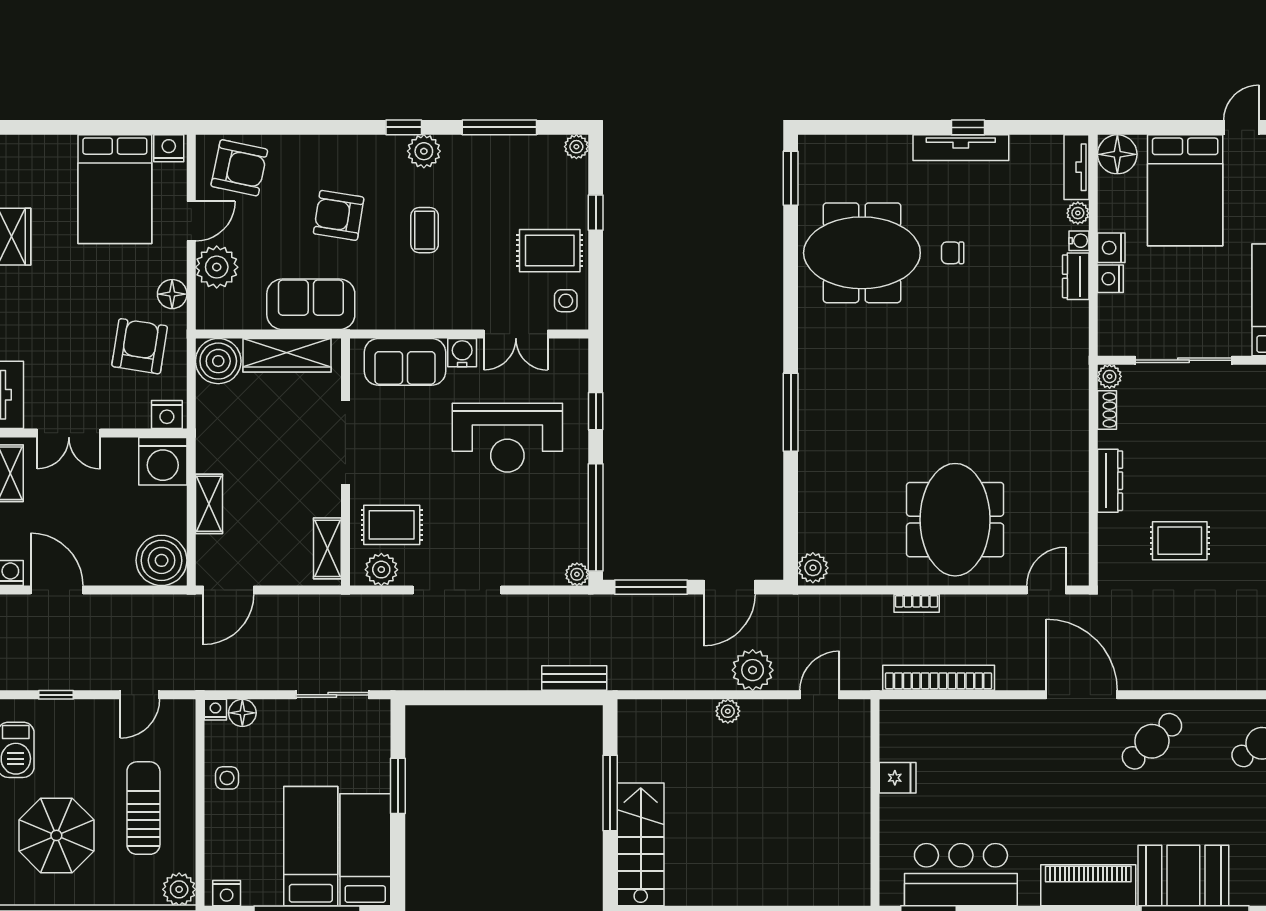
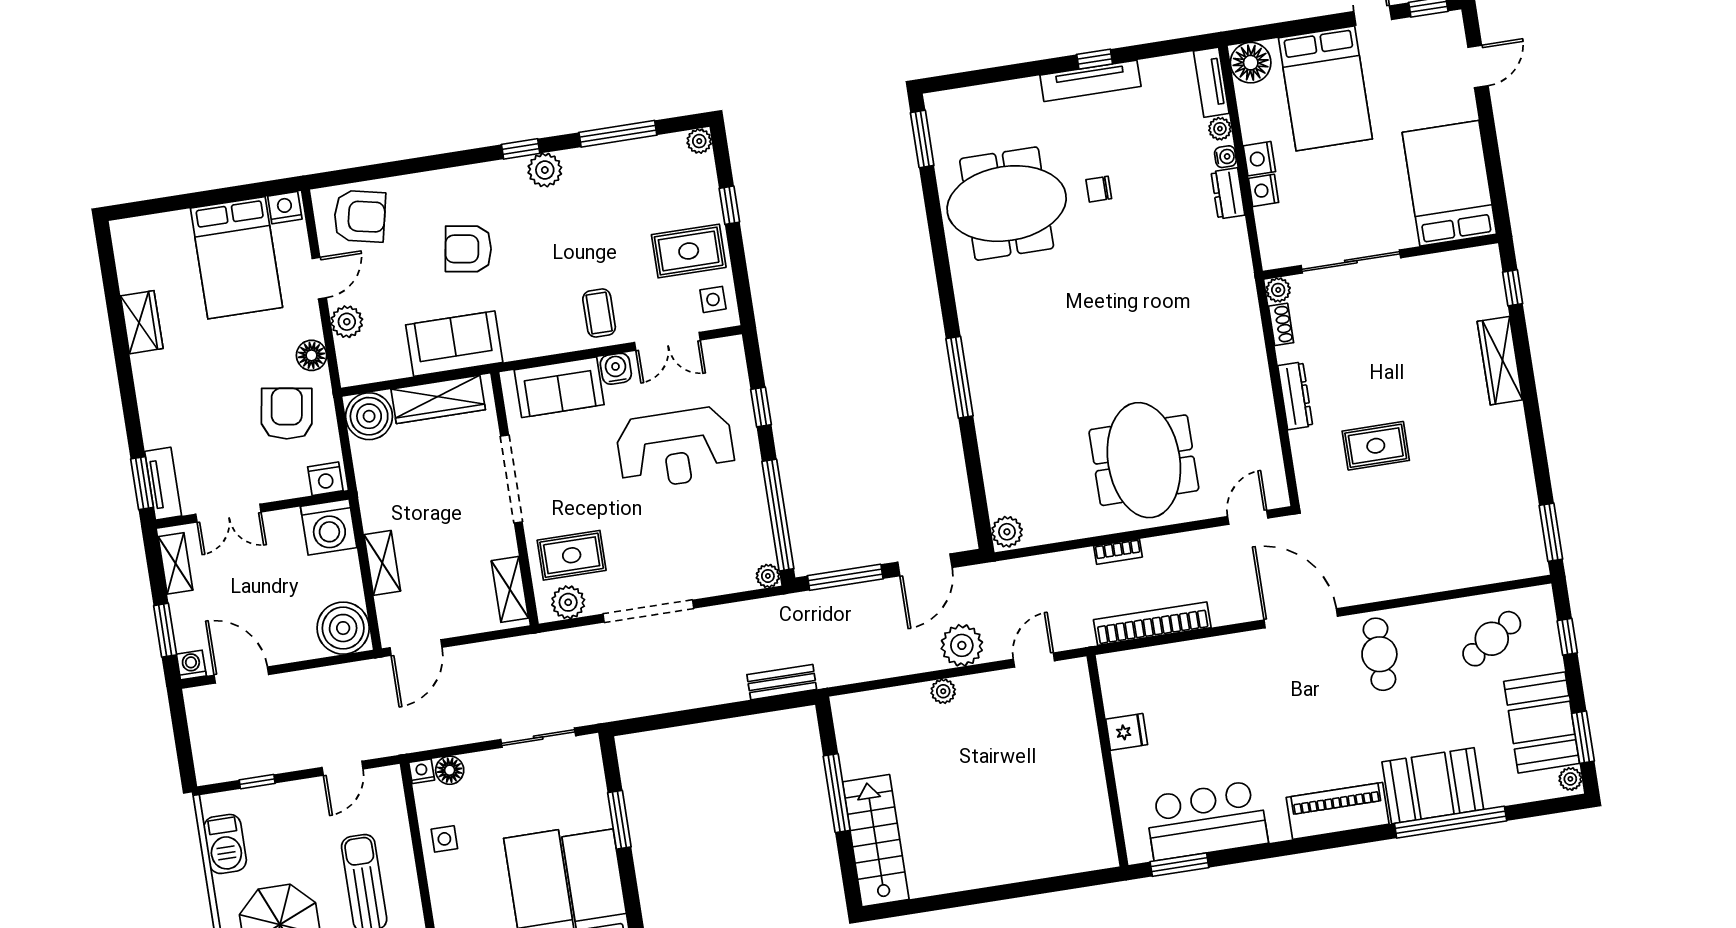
coffee table: (425, 230) -> (599, 313), moved
plant: (217, 267) -> (347, 322), width x0.73, depth x0.73
cafe table: (1152, 741) -> (1379, 654), turned -48

